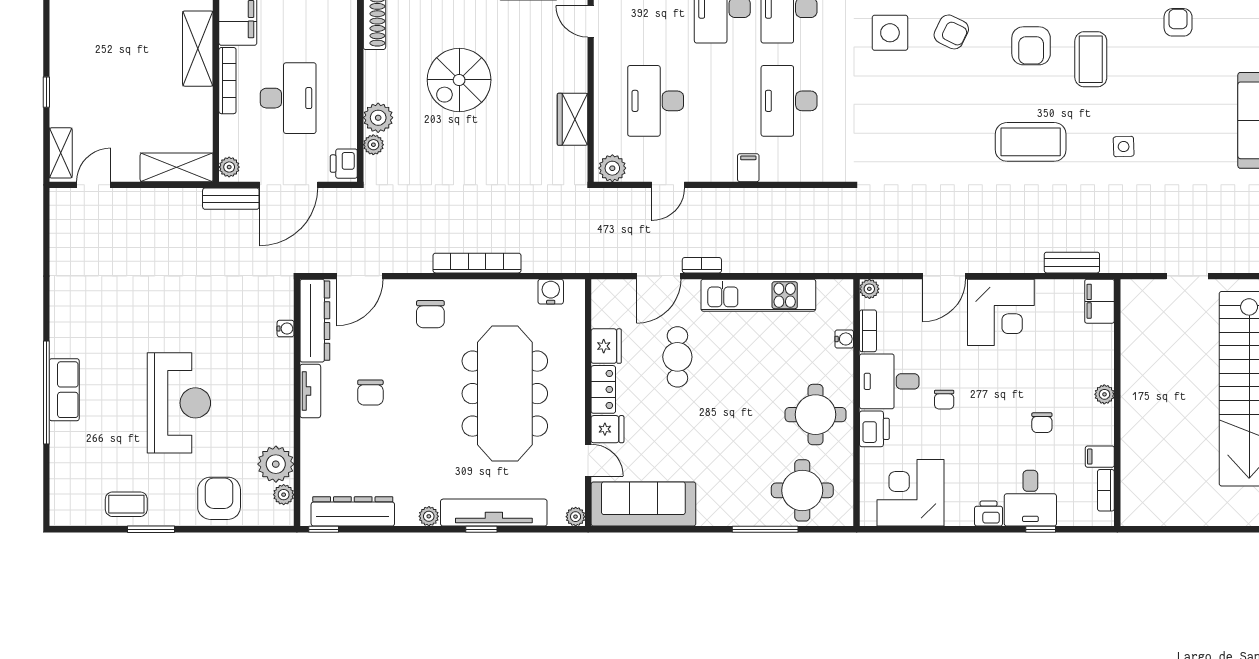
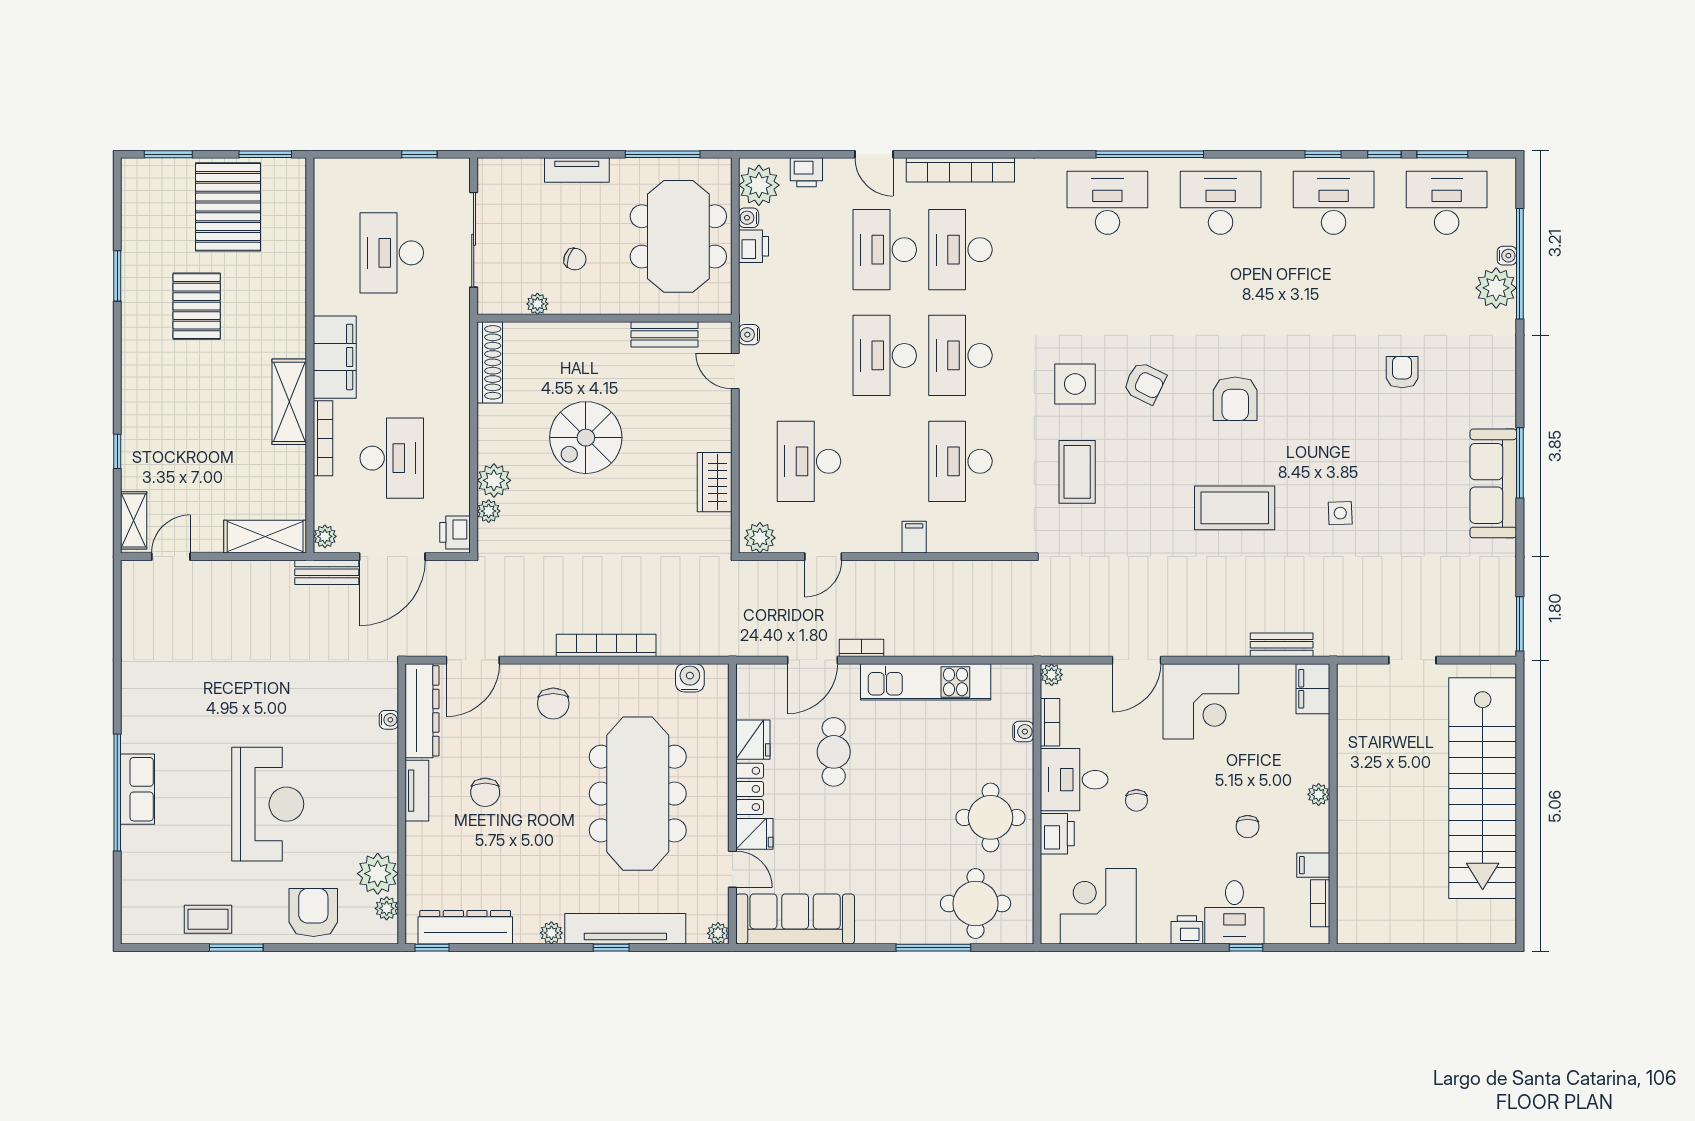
coffee table: (1091, 59) -> (1077, 472), moved

